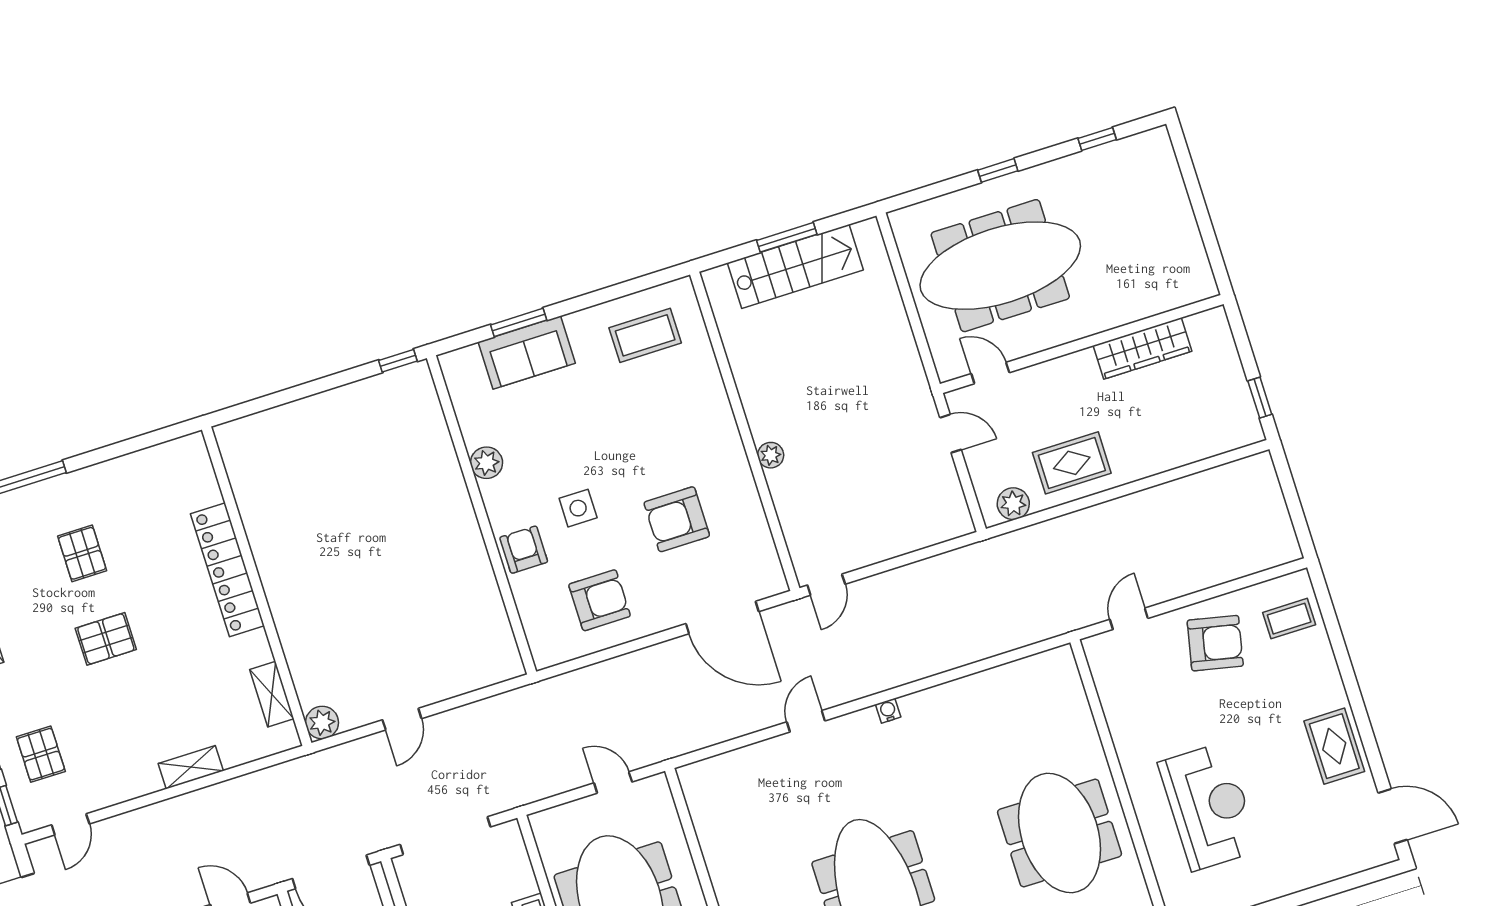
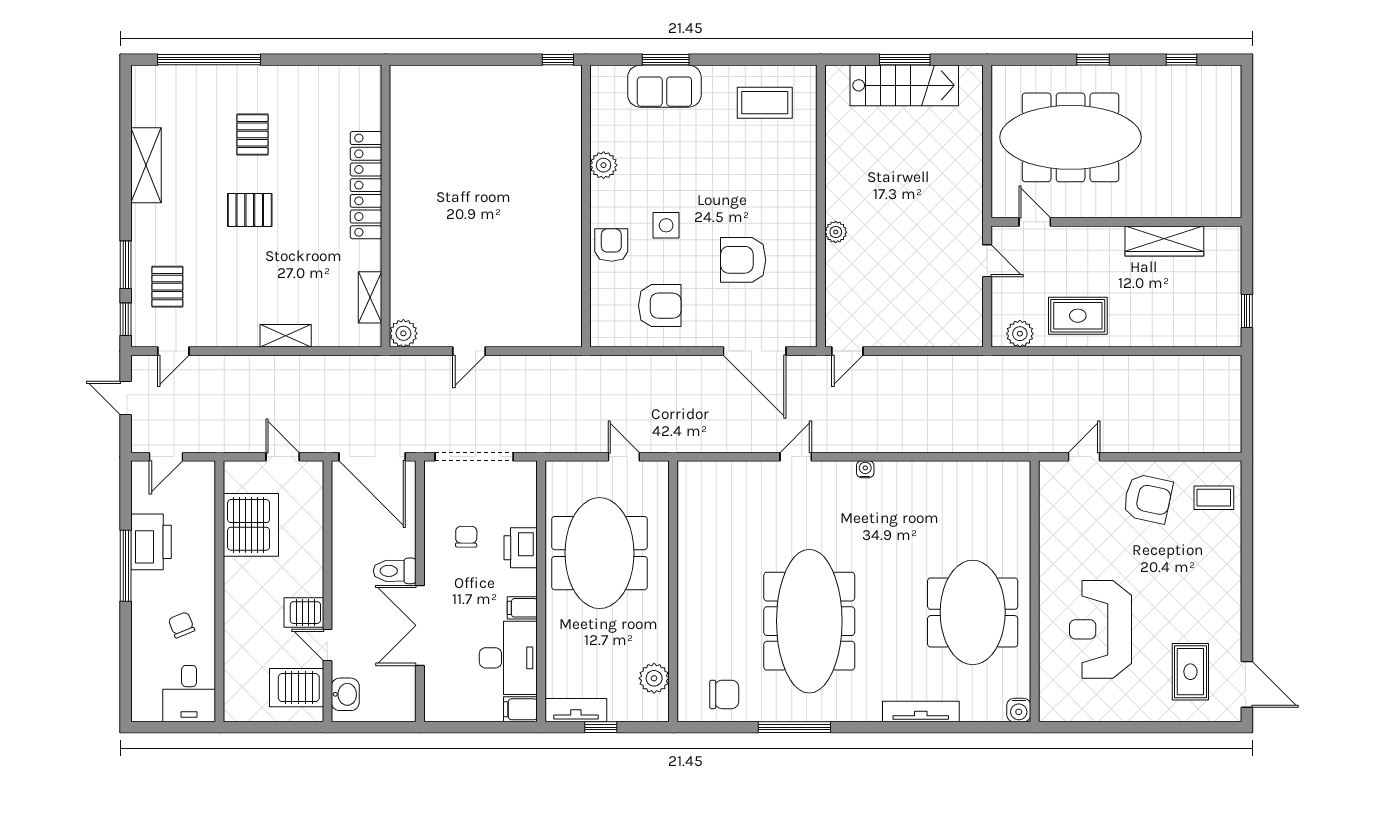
rug: (1334, 746) -> (1190, 672), moved
reception desk: (1209, 806) -> (1101, 629), turned 180

